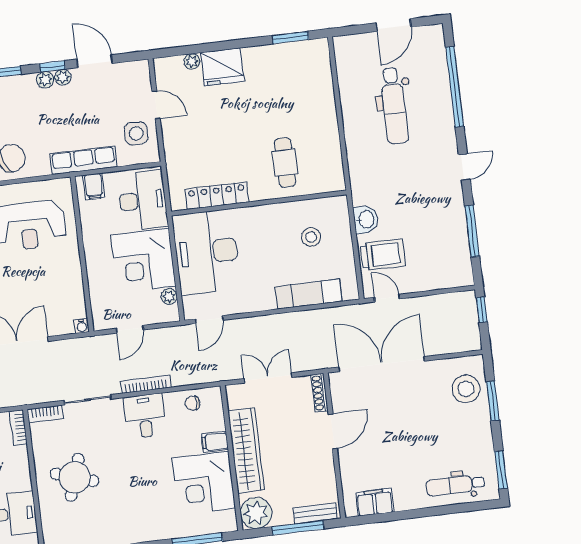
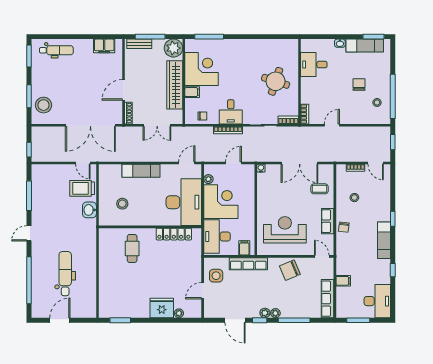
plant: (63, 77) -> (275, 313), moved
door: (156, 105) -> (203, 291), hinge flipped
exam couch: (308, 294) -> (141, 171), moved

